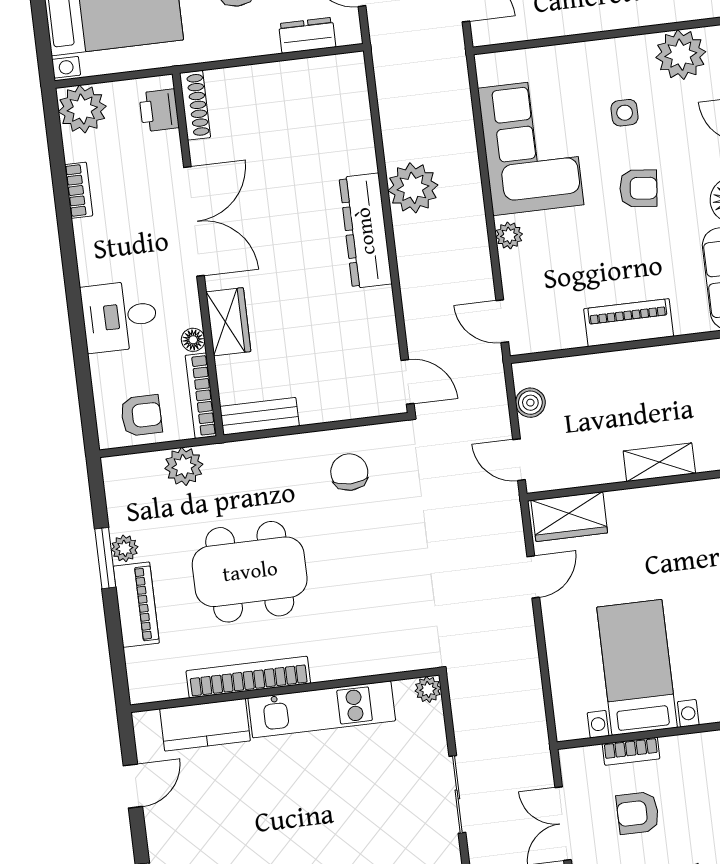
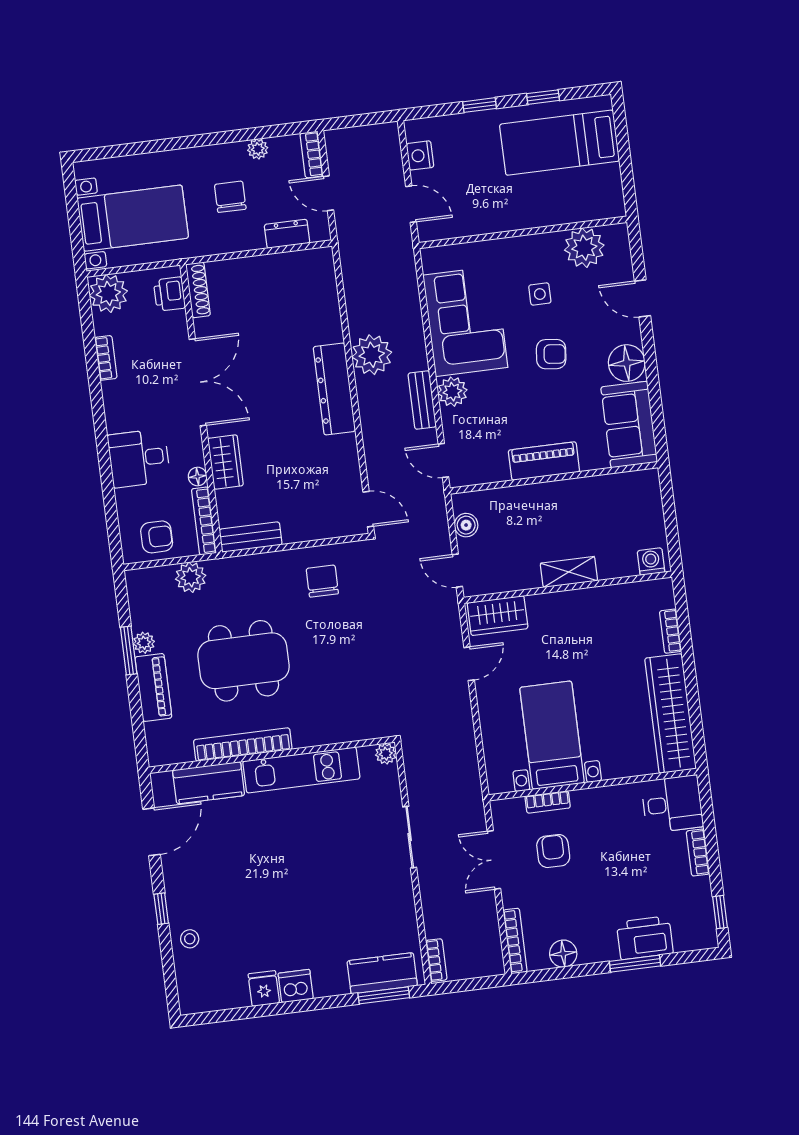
plant: (509, 235) -> (452, 392), width x1.38, depth x1.38
bench: (476, 245) -> (422, 400), added
door: (133, 786) -> (152, 832), width x1.38
armchair: (638, 813) -> (553, 851), turned 90

